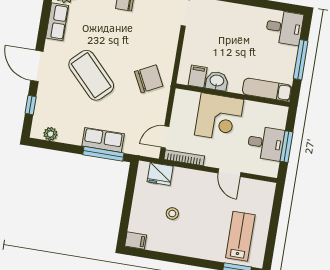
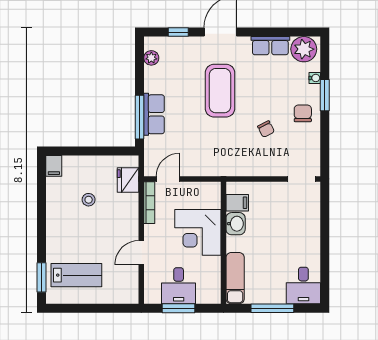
coffee table: (91, 75) -> (220, 91), turned -46
chair: (149, 79) -> (266, 129), moved, width x0.54, depth x0.54
door: (165, 137) -> (168, 179), hinge flipped

